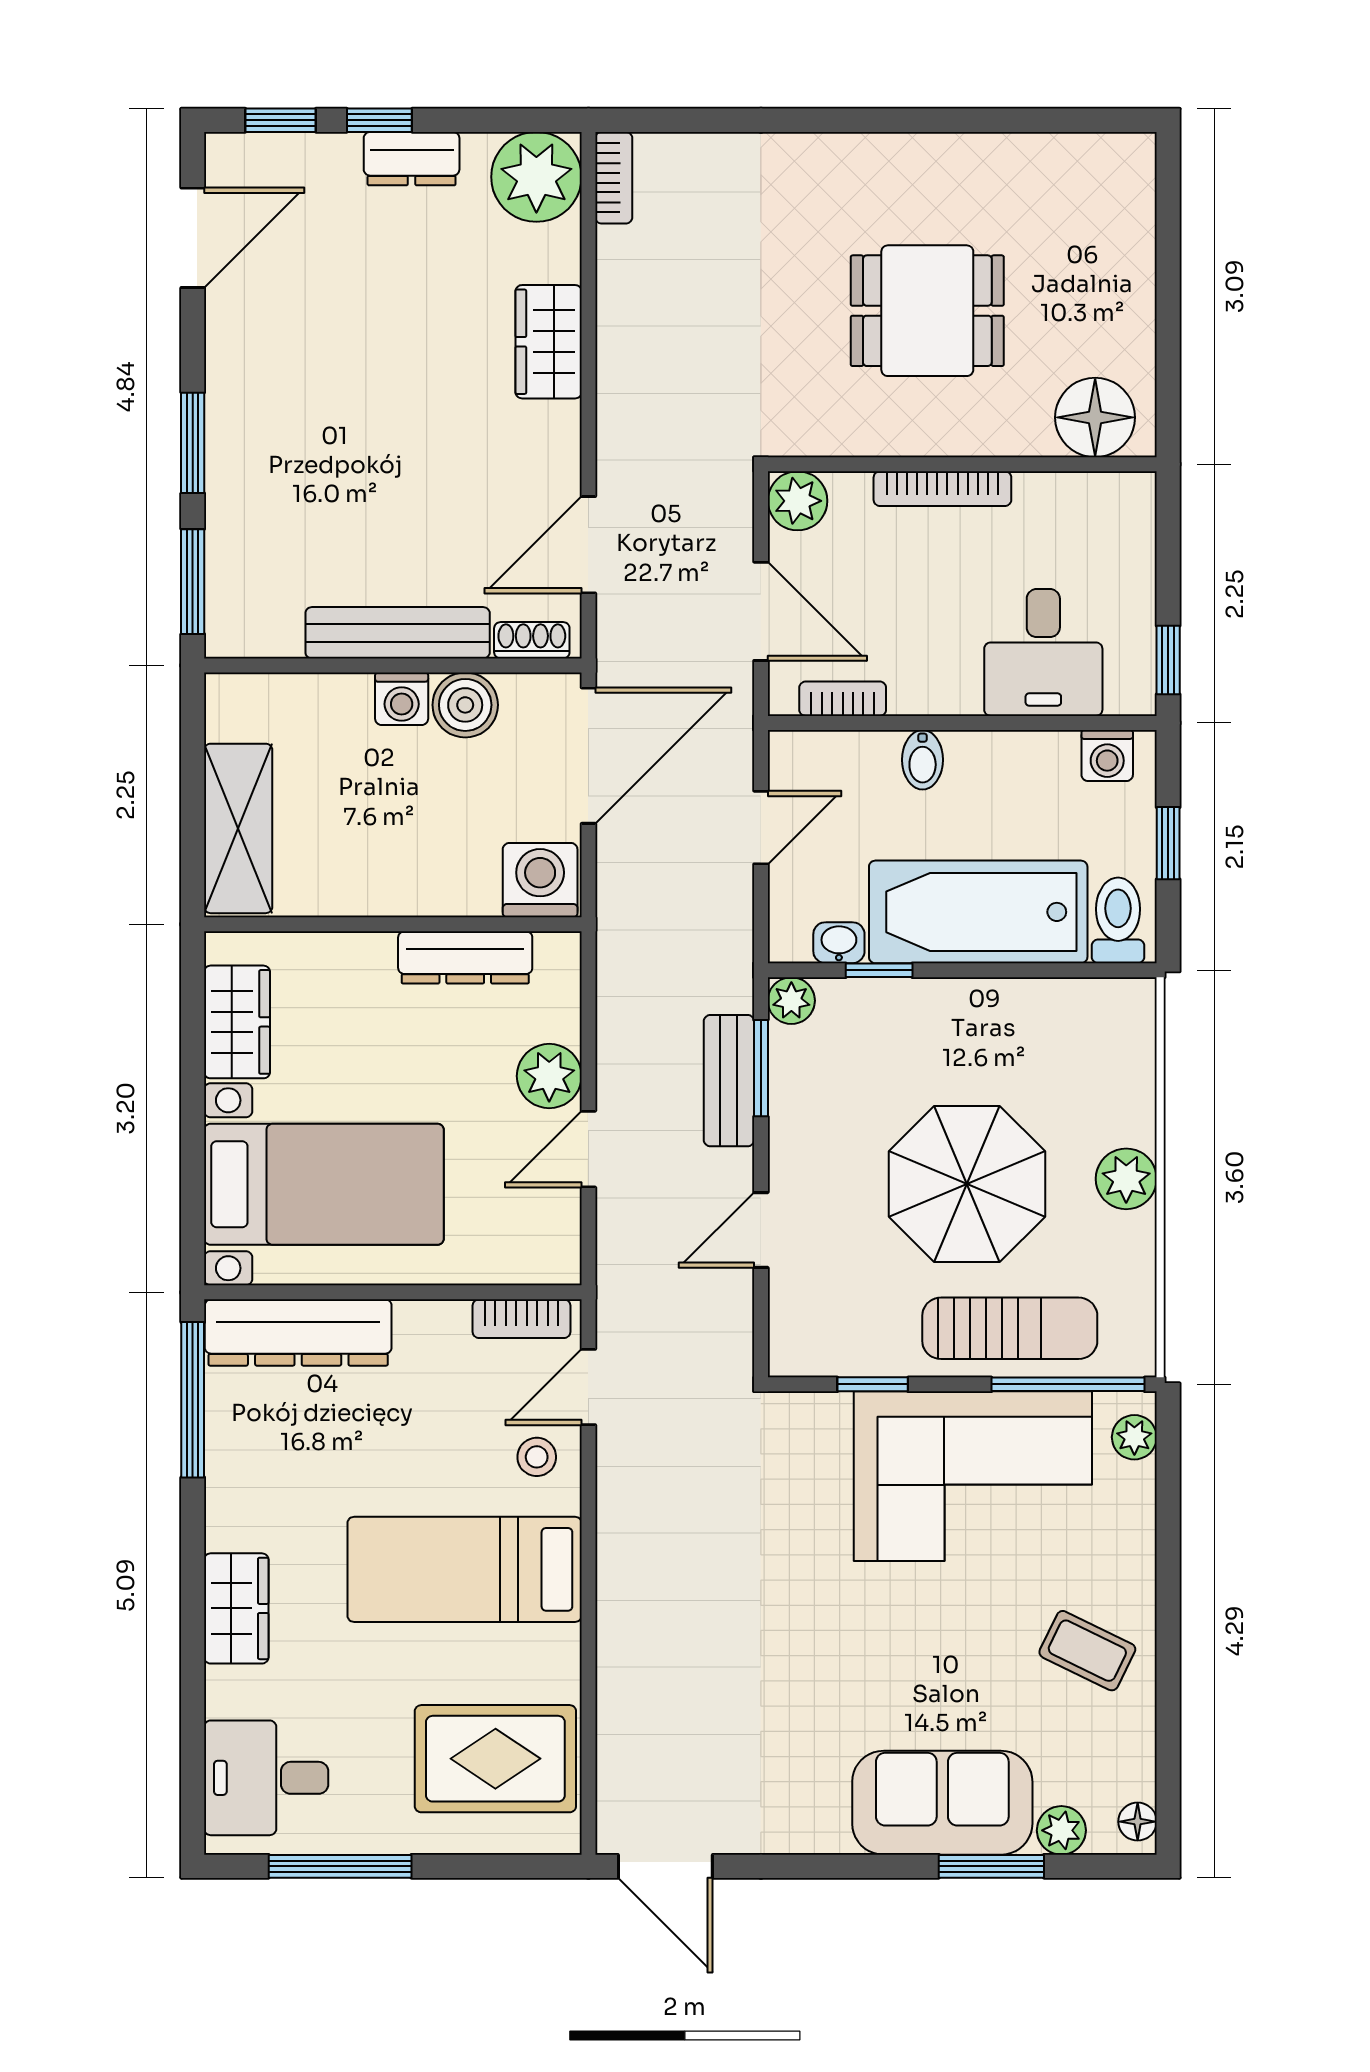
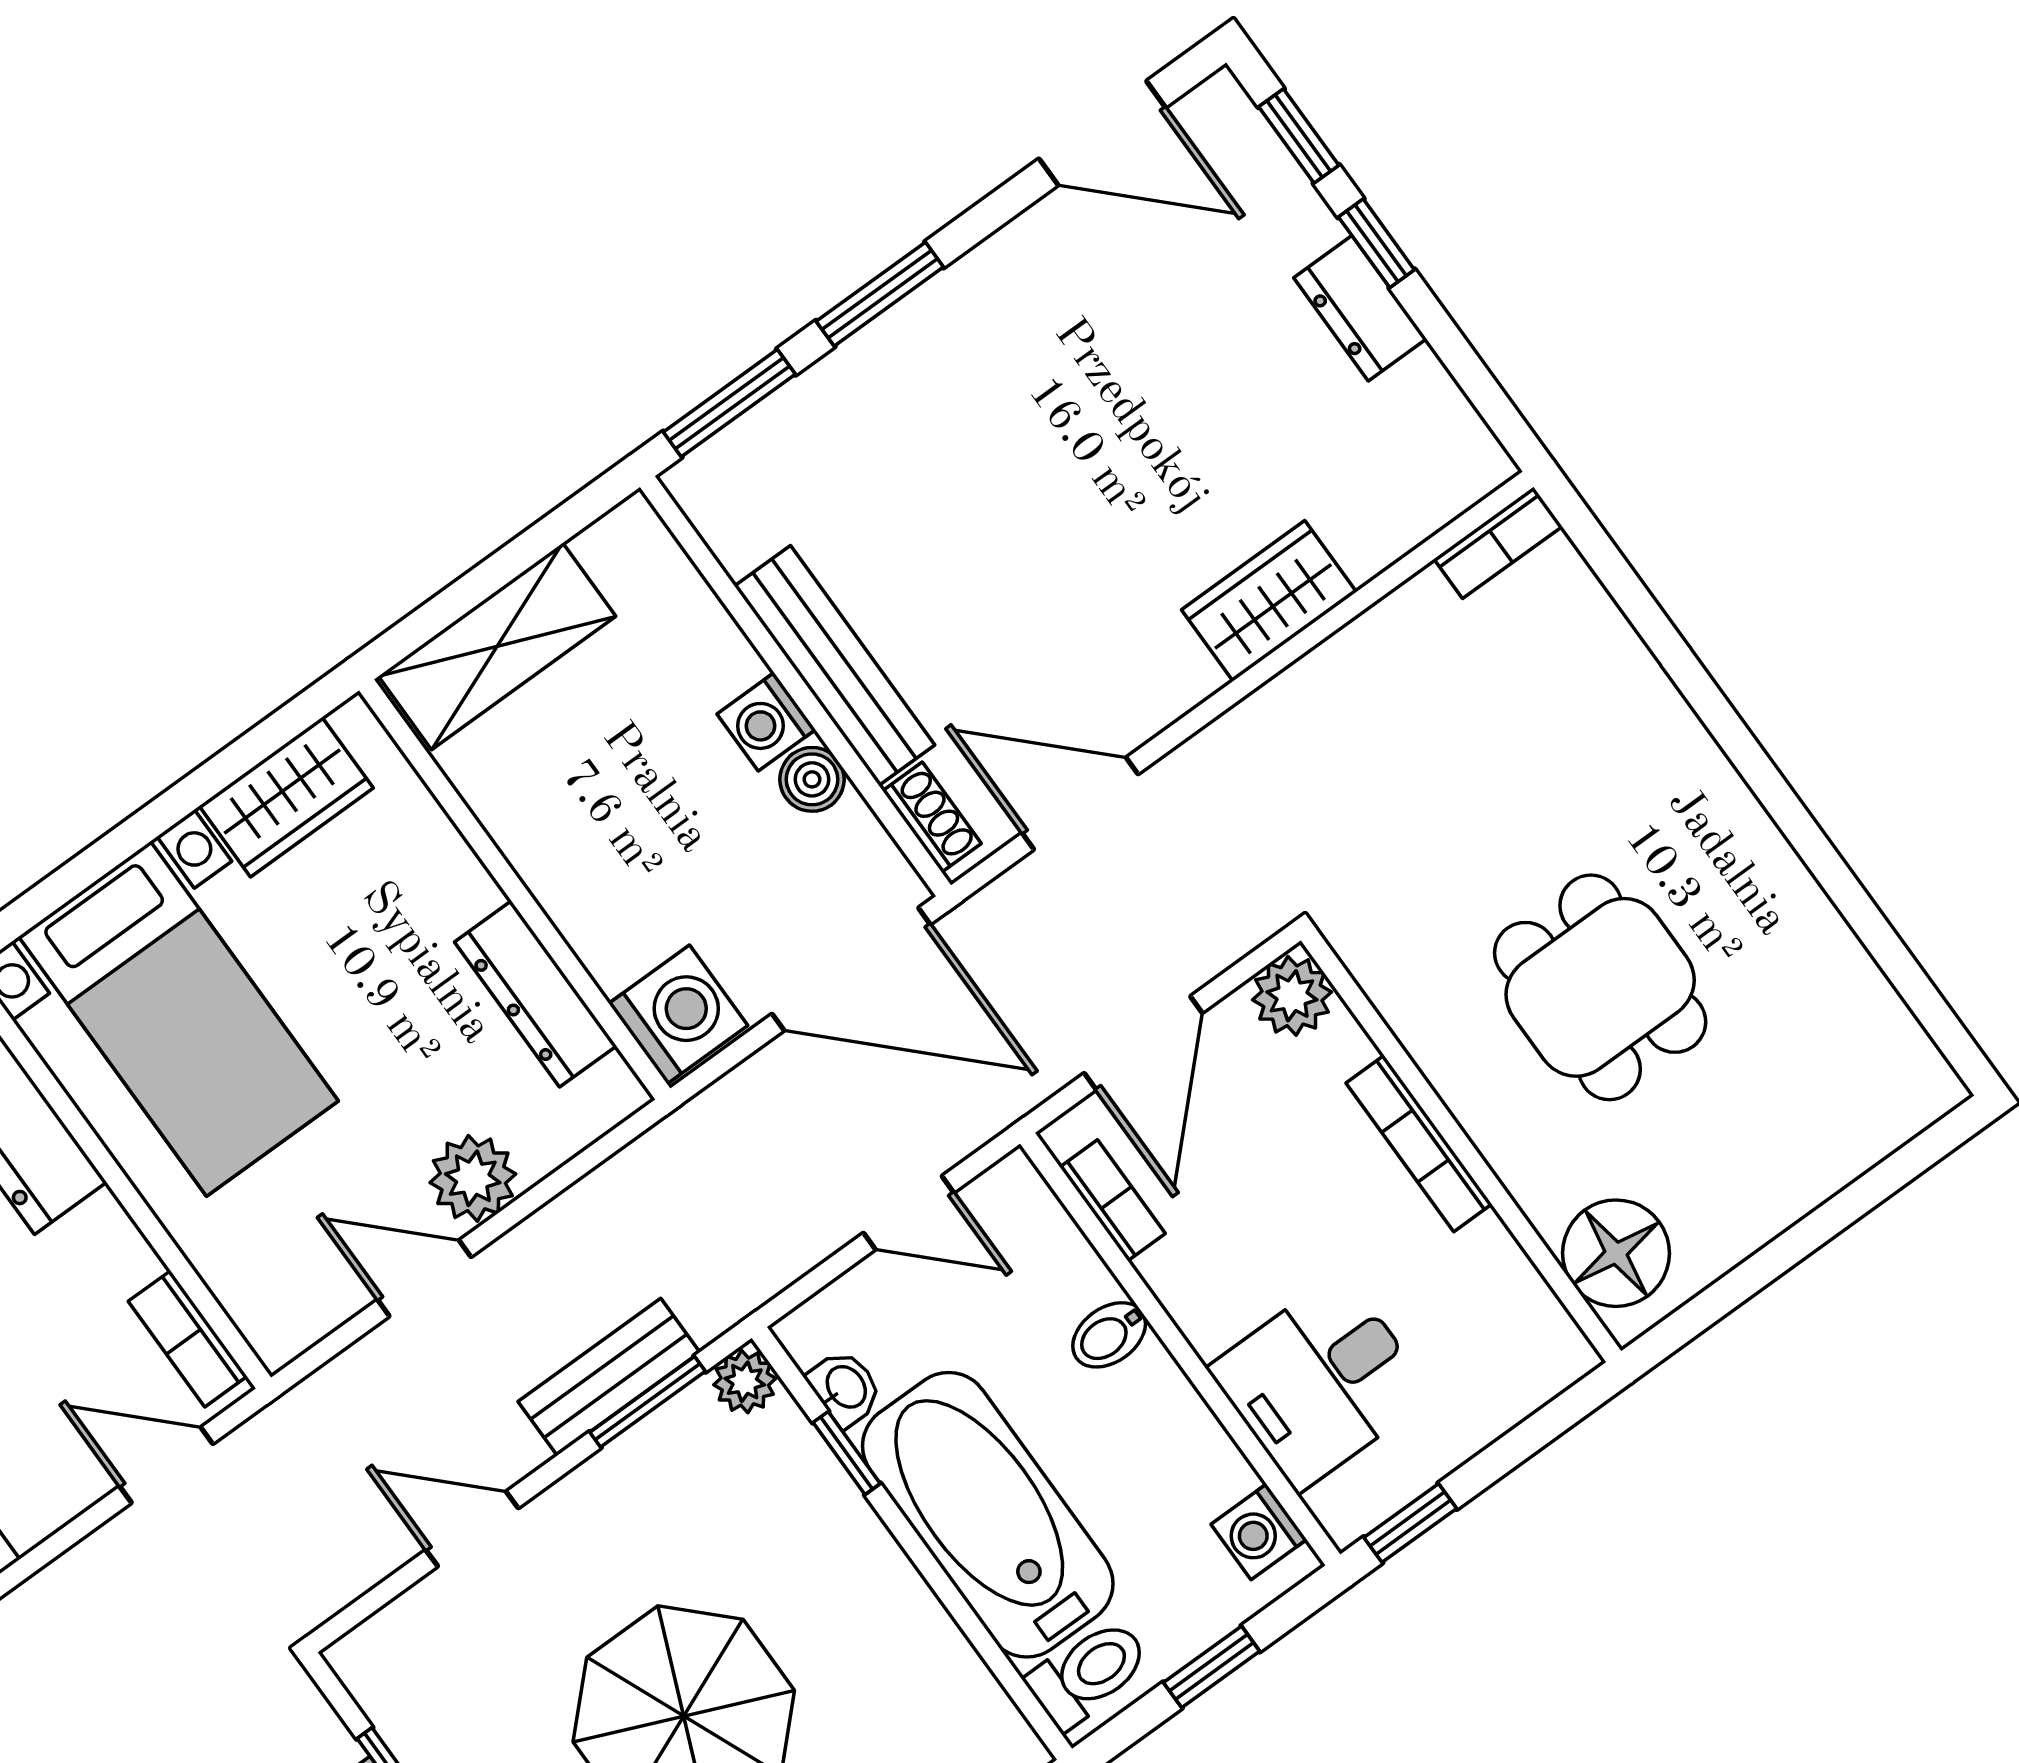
plant: (536, 177) -> (1438, 458), removed
boiler: (465, 705) -> (812, 779), width x0.73, depth x0.73
stool: (537, 1457) -> (50, 1464), removed

